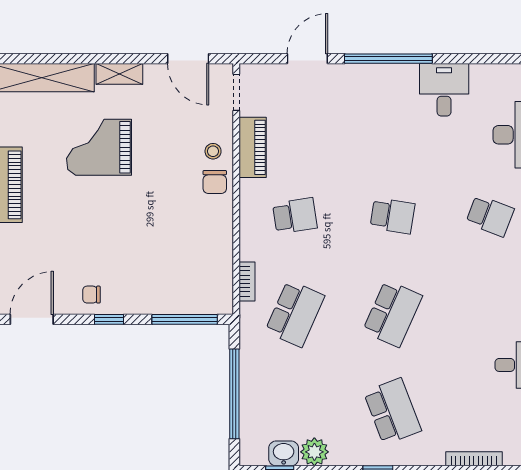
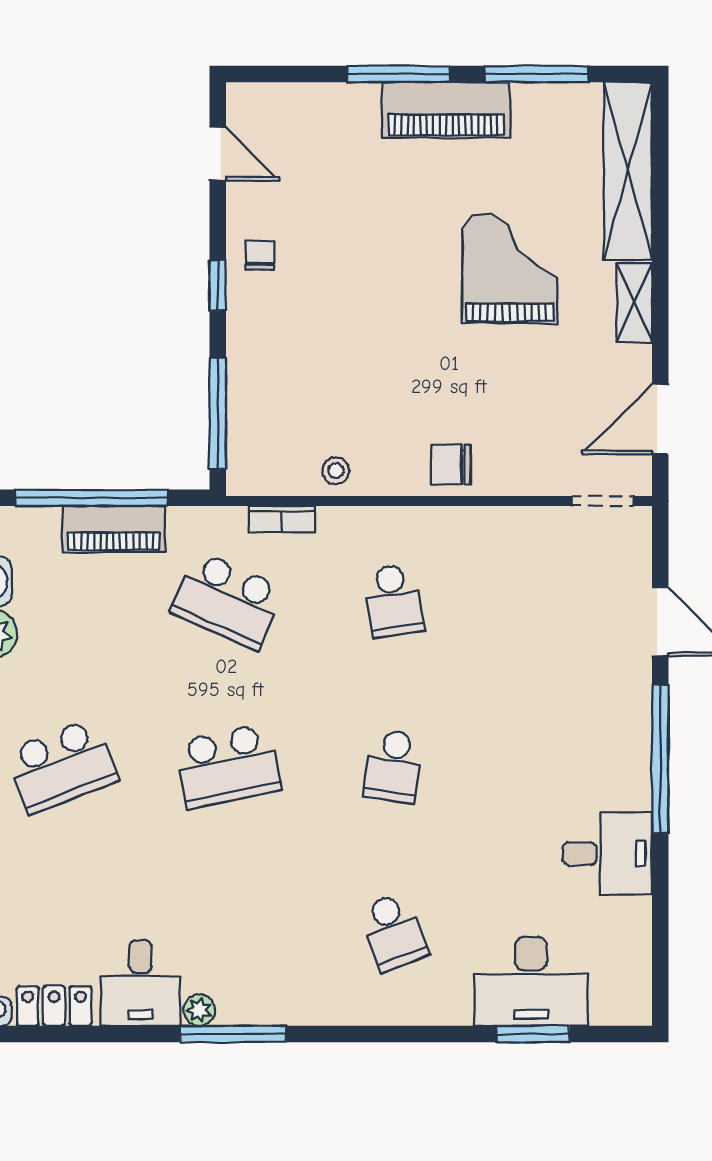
piano: (253, 147) -> (114, 529), moved
stool: (213, 151) -> (336, 471), moved
school desk: (490, 216) -> (394, 931), turned -42
school desk: (392, 314) -> (228, 766), turned -36
door: (32, 319) -> (218, 154), width x0.73

